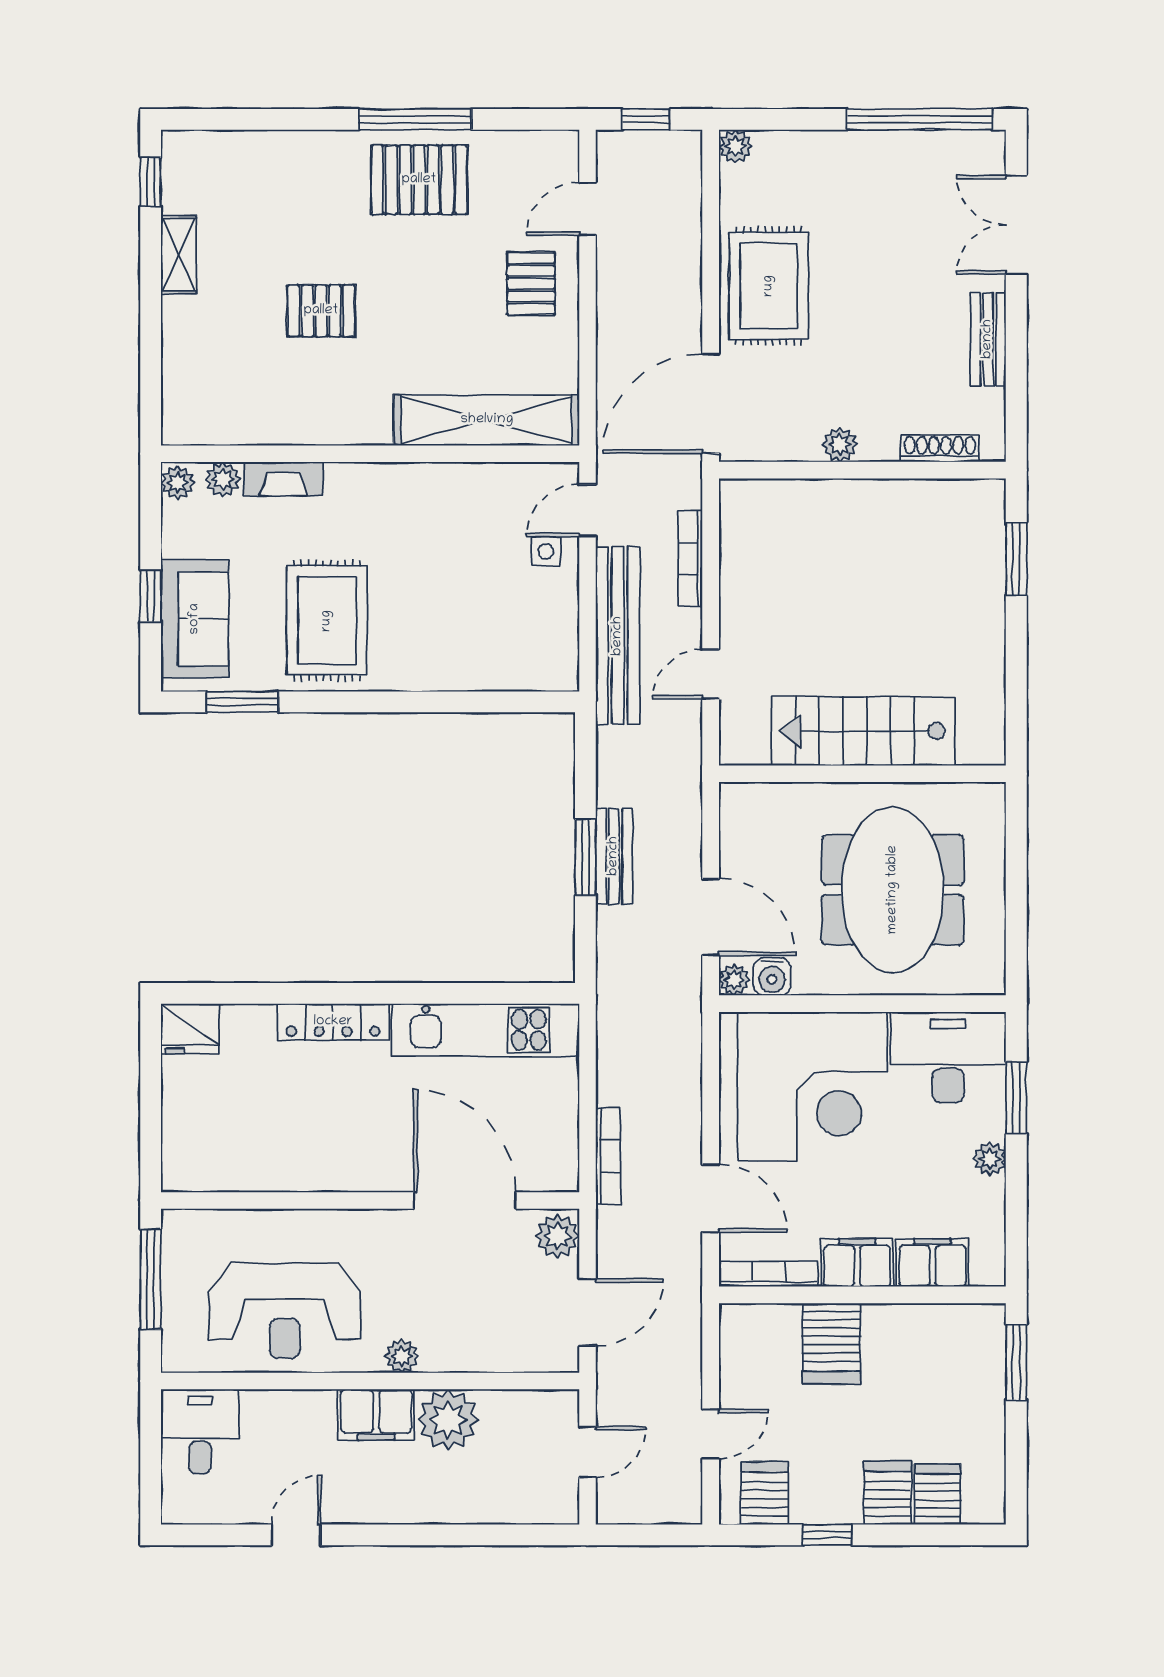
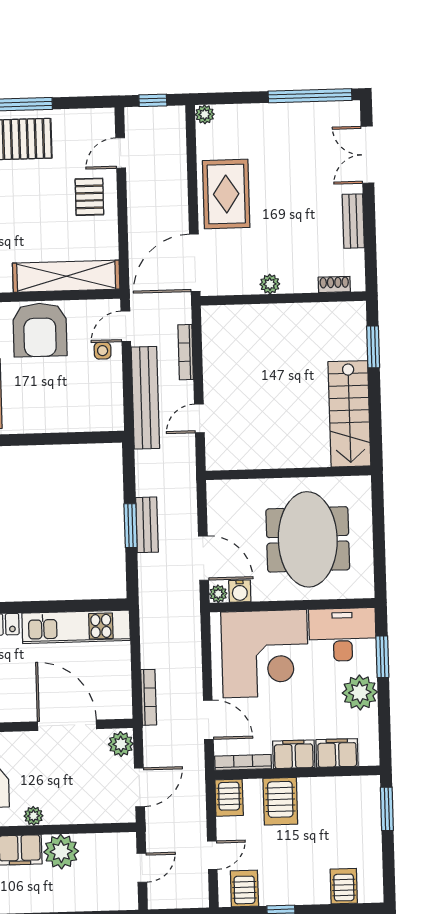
shoe rack: (940, 449) -> (334, 284), width x0.70
armchair: (438, 512) -> (40, 330), added
stairs: (863, 731) -> (349, 414), moved, turned -90
plant: (990, 1159) -> (360, 692), width x1.88, depth x1.88
server rack: (887, 1493) -> (229, 798), moved, turned 180

